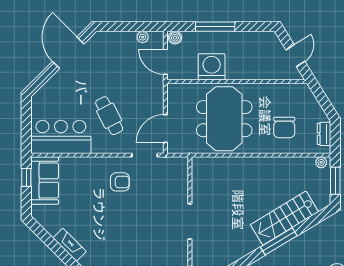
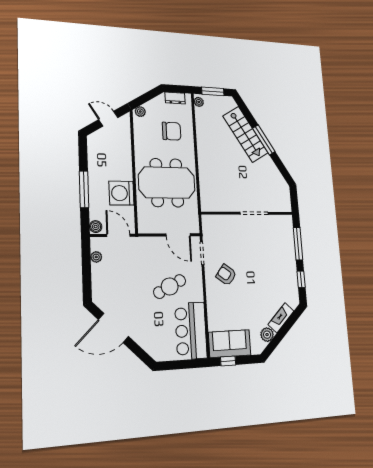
door: (165, 62) -> (118, 235), swing flipped
plant: (305, 92) -> (140, 112), added
armchair: (120, 182) -> (226, 275), turned -53
plant: (52, 226) -> (267, 335), added

